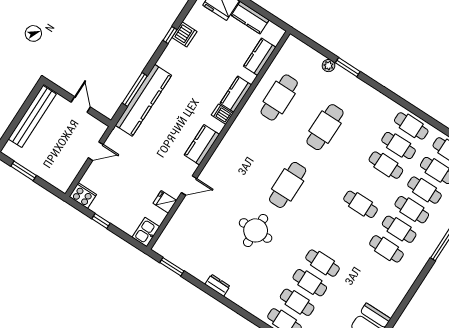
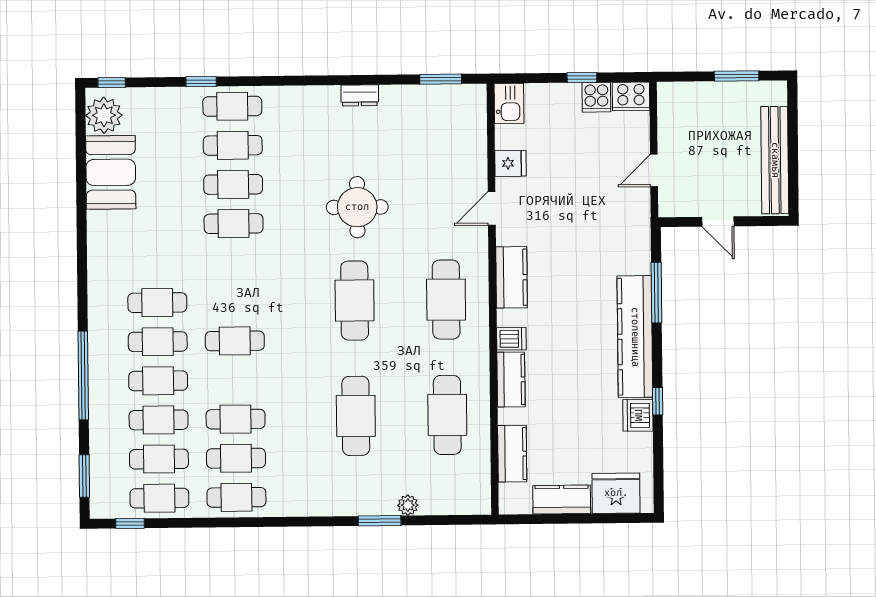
kitchen counter: (143, 100) -> (635, 337), moved
cafe table: (242, 155) -> (446, 300), added
cooker: (100, 206) -> (596, 97), added

